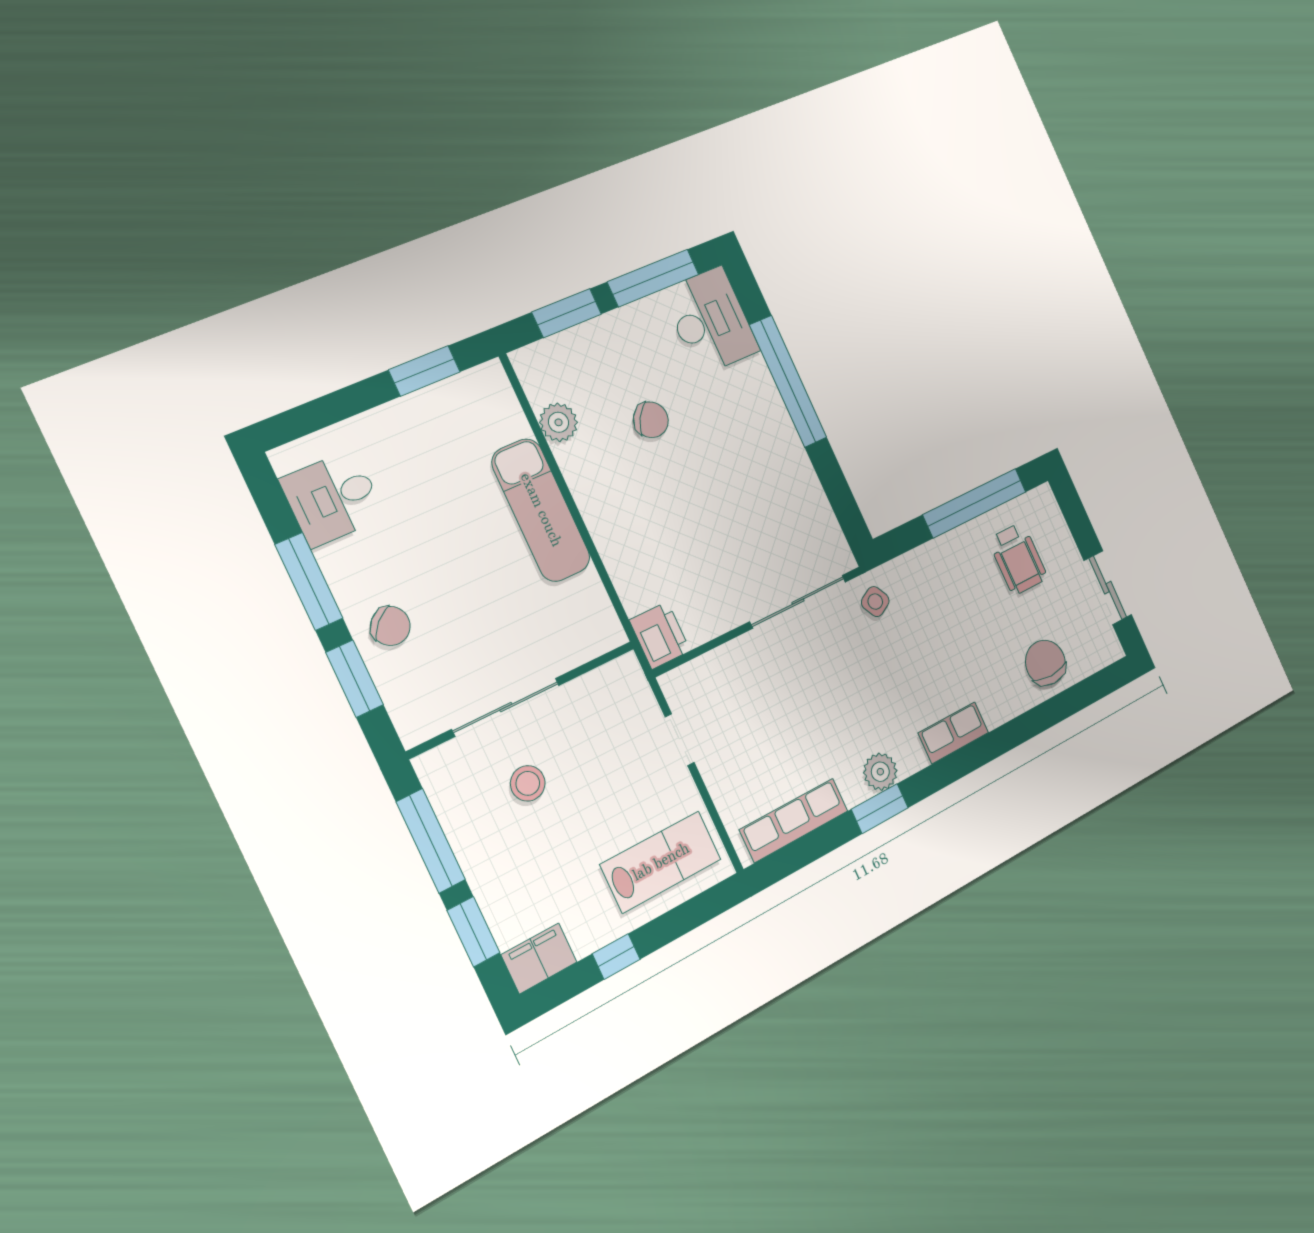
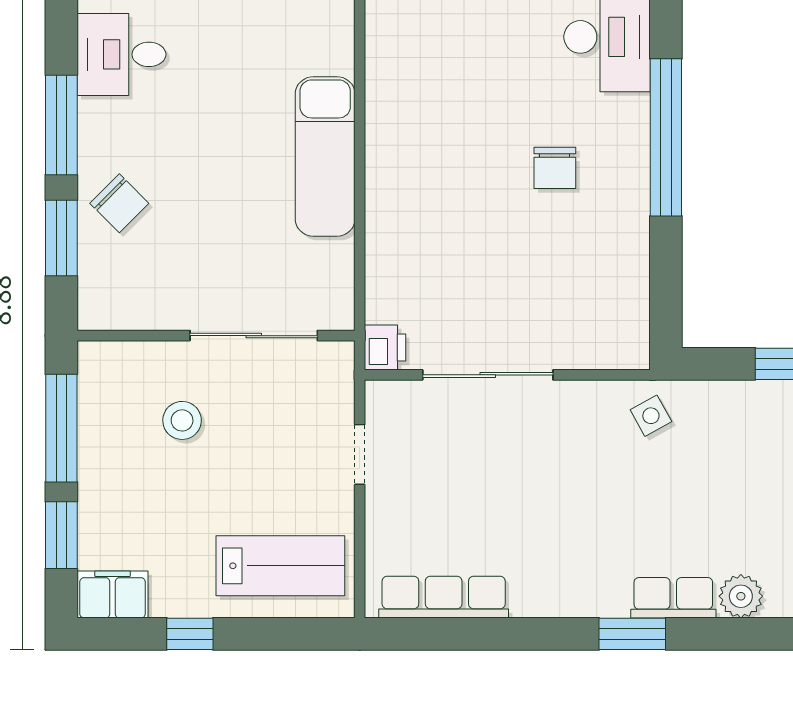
chair: (651, 420) -> (555, 168), moved, turned 58
plant: (559, 422) -> (387, 75), removed
sliding door: (798, 602) -> (488, 375), moved
printer: (660, 635) -> (385, 348), width x0.73, depth x0.81
sliding door: (506, 707) -> (254, 336), moved
plant: (880, 772) -> (741, 596), moved
window: (880, 809) -> (632, 634), moved

